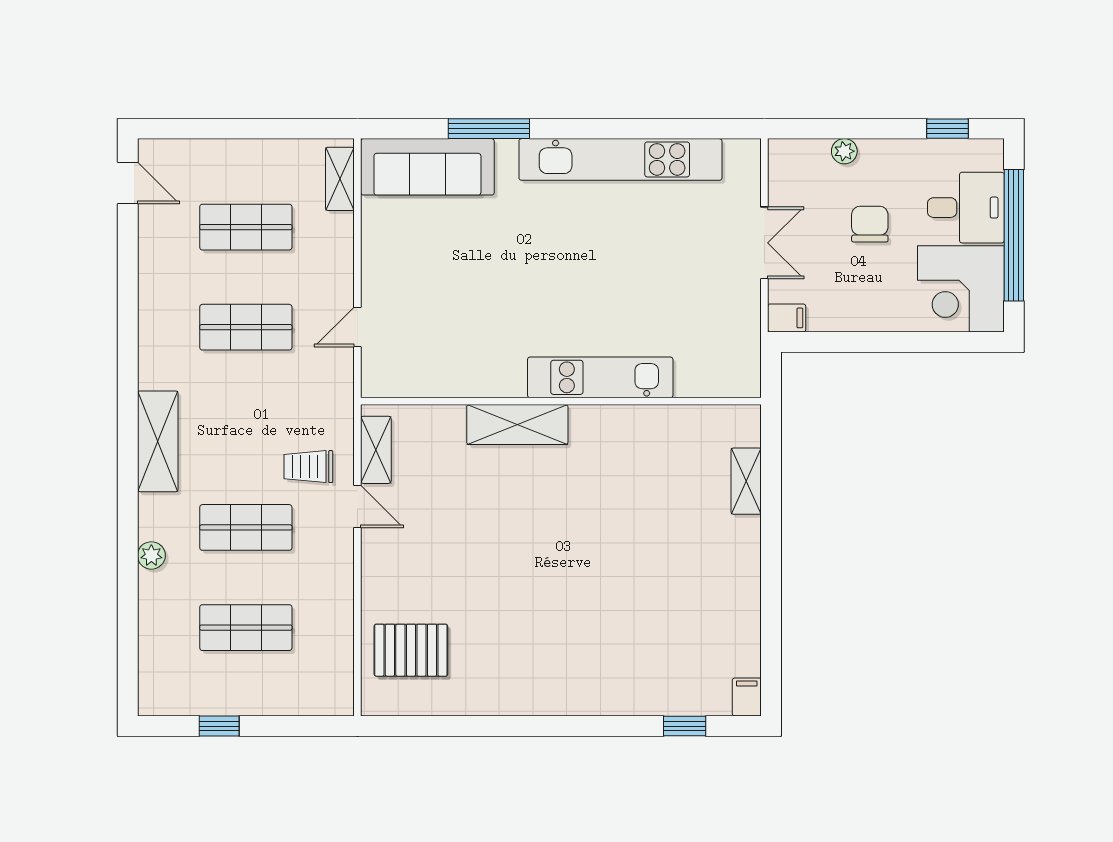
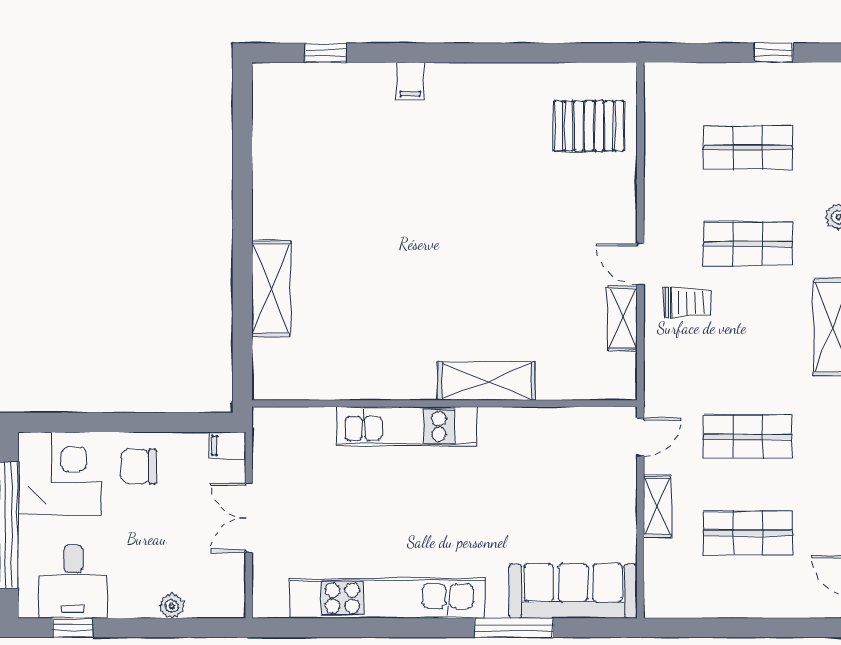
shelving: (340, 179) -> (657, 506), moved
desk: (966, 208) -> (73, 581), moved, turned -90
chair: (870, 224) -> (139, 467), moved, turned 90
kitchen unit: (600, 377) -> (407, 426), moved
wall: (561, 401) -> (445, 403), moved
shelving: (517, 425) -> (487, 381), moved
shelving: (746, 481) -> (271, 289), width x1.50, depth x1.33
filing cabinet: (747, 697) -> (410, 81), moved

